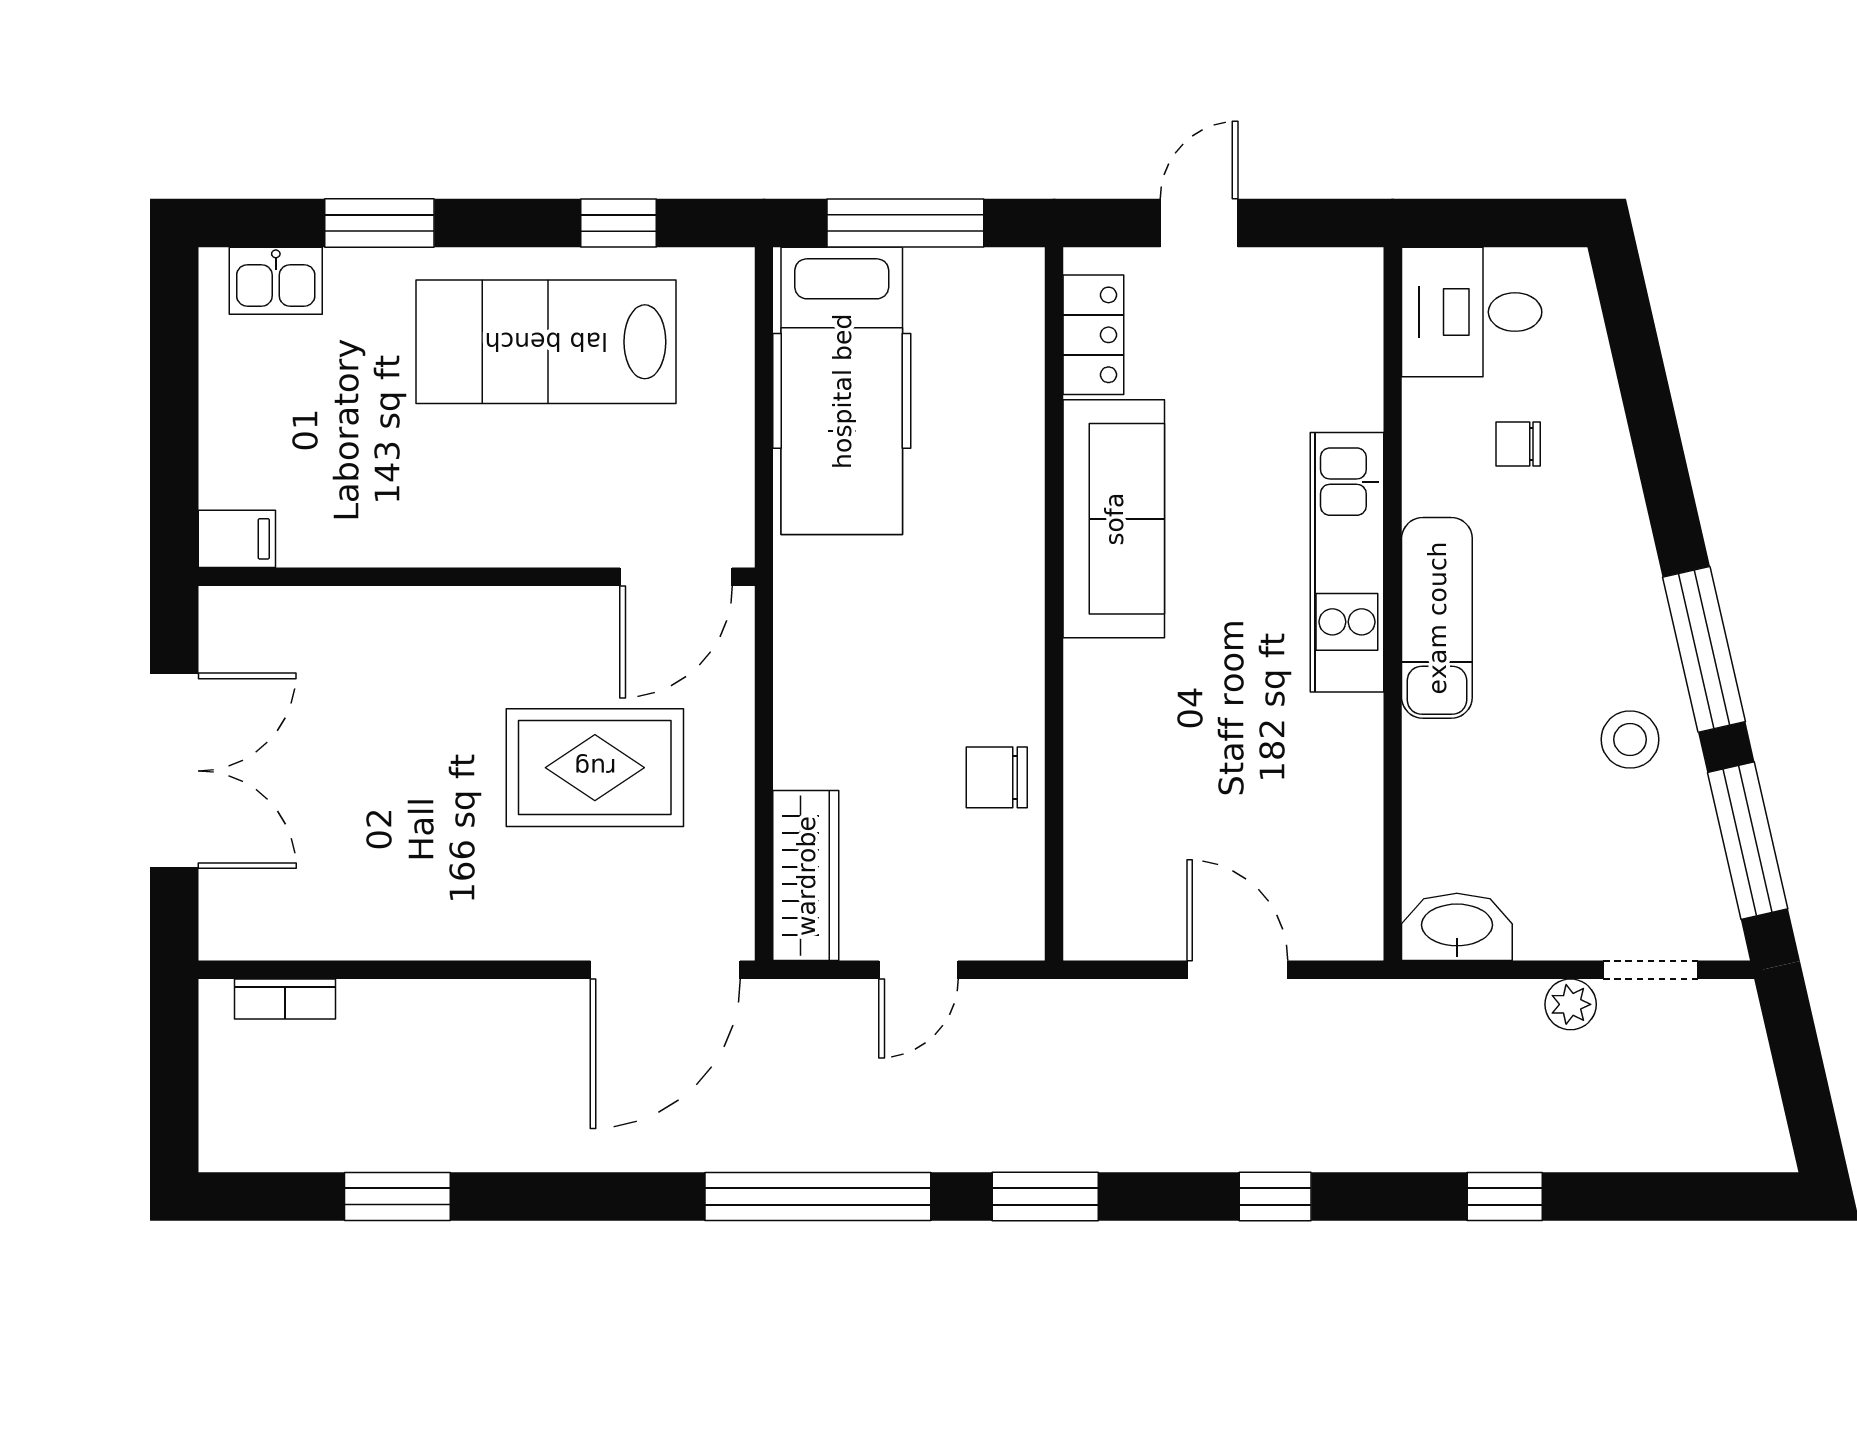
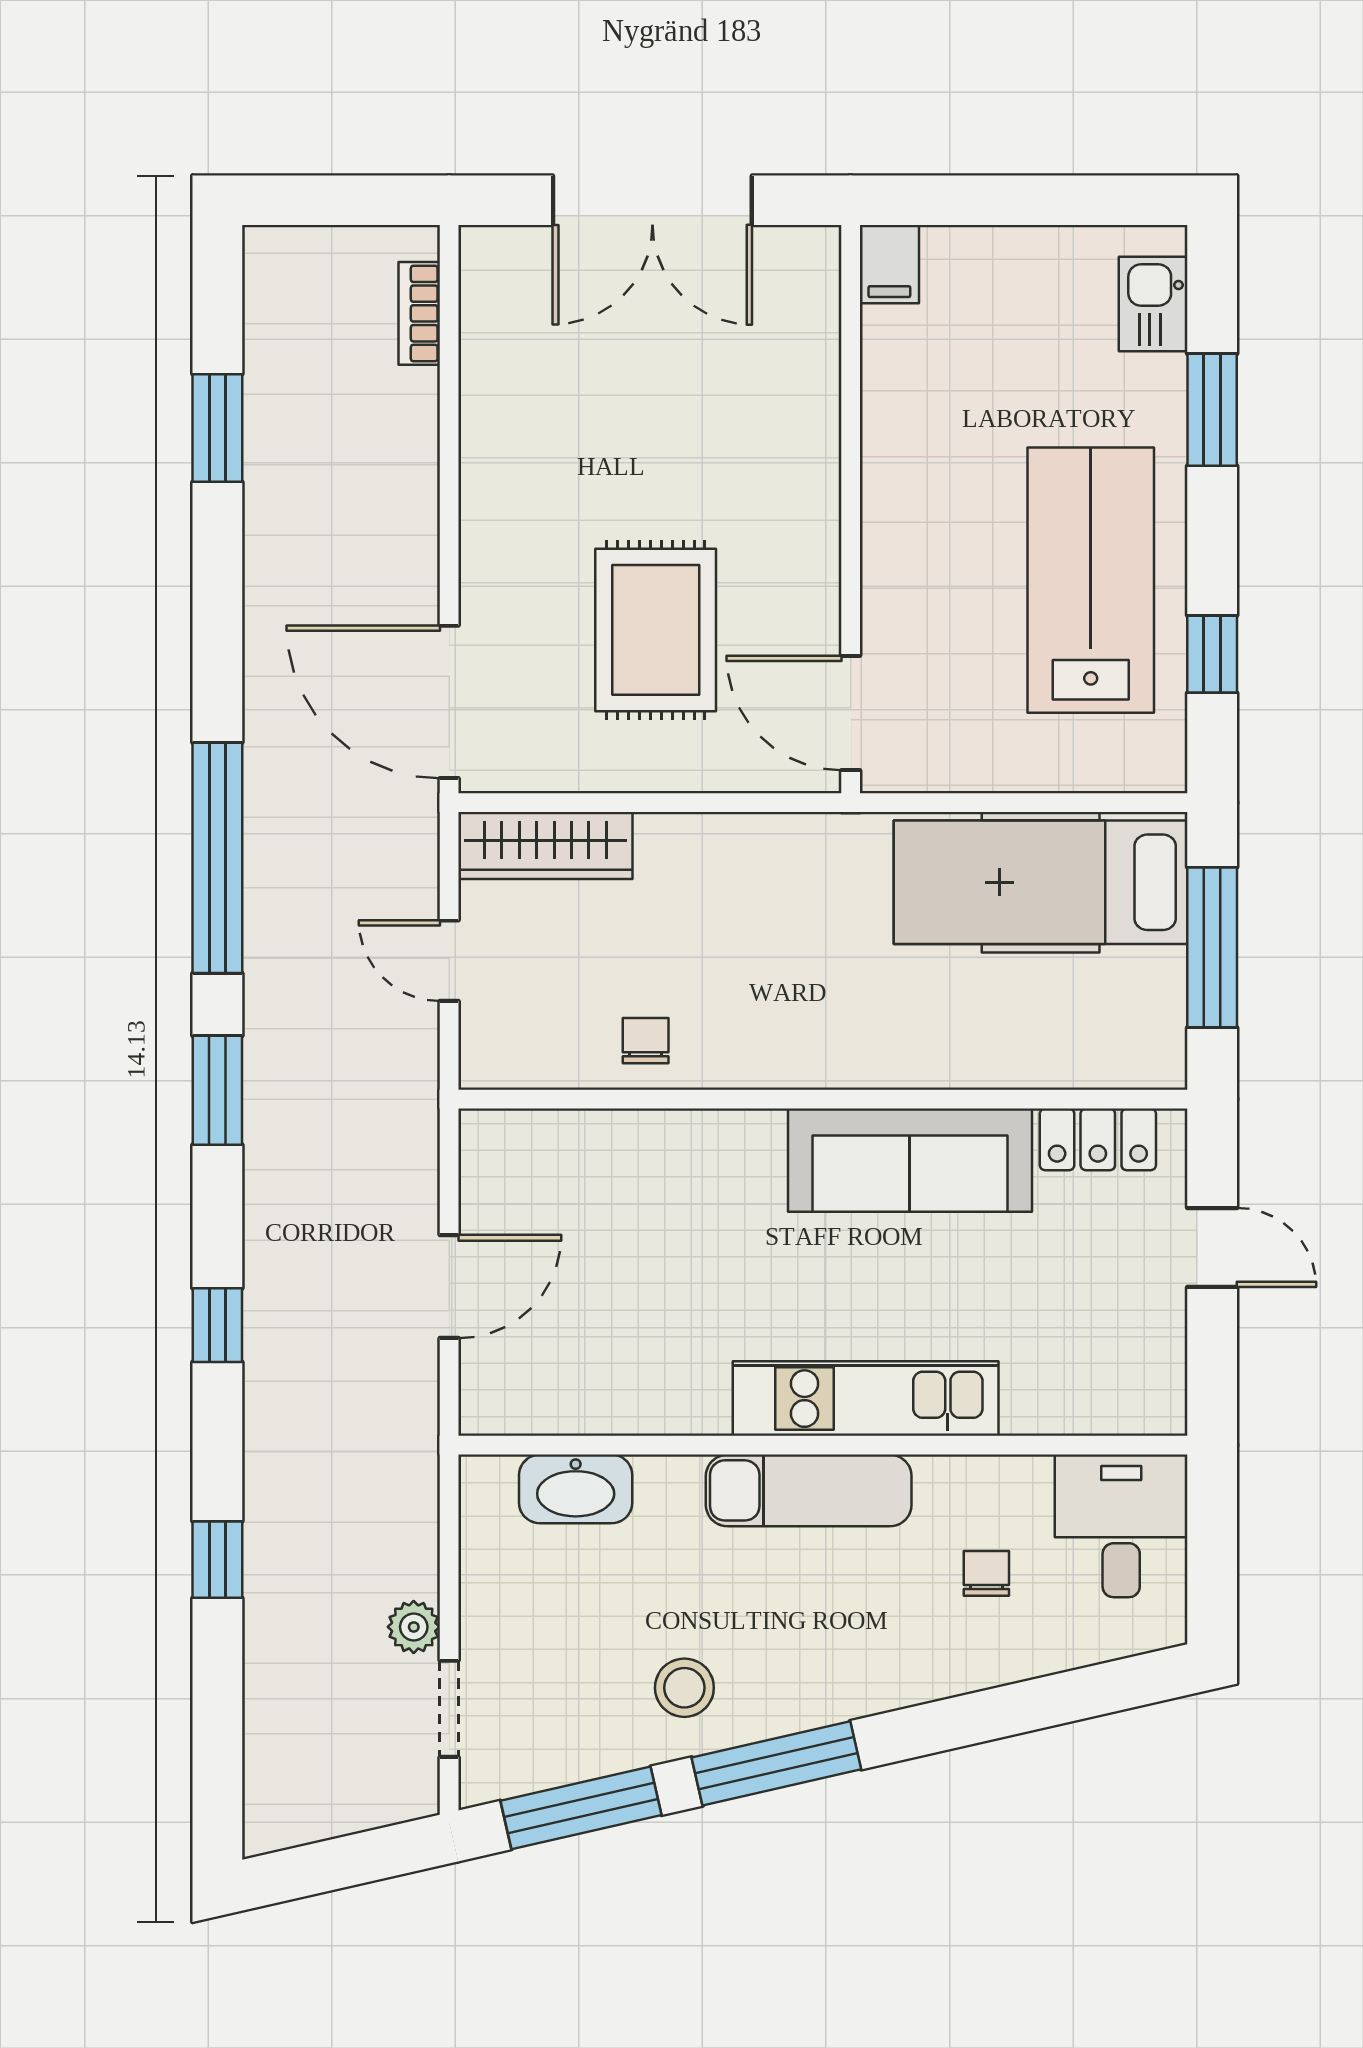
chair: (997, 777) -> (646, 1041), width x0.73, depth x0.73
washbasin: (1457, 927) -> (576, 1489), moved, turned 90

